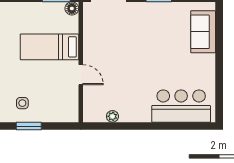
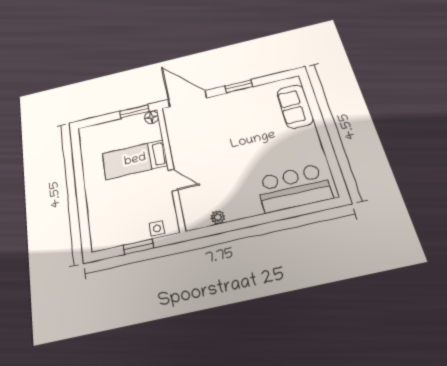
side table: (22, 103) -> (157, 228), moved
window: (29, 126) -> (138, 247), moved

